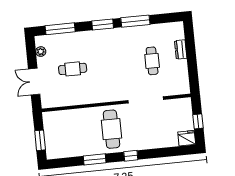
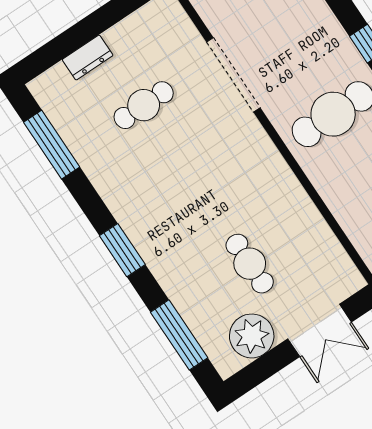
window: (135, 21) -> (52, 145), moved
plant: (41, 52) -> (252, 336), width x1.87, depth x1.87

